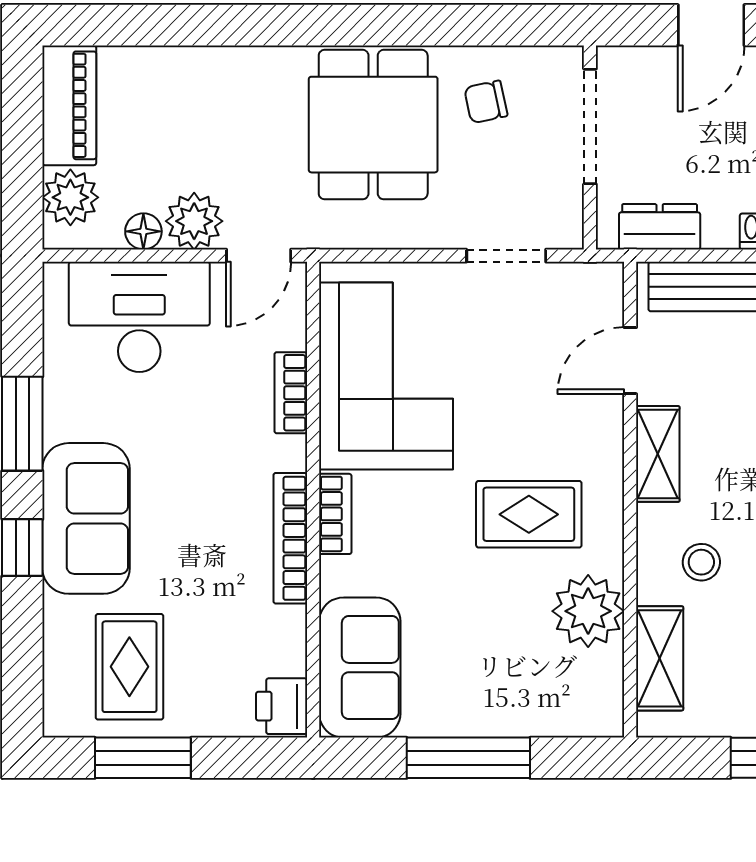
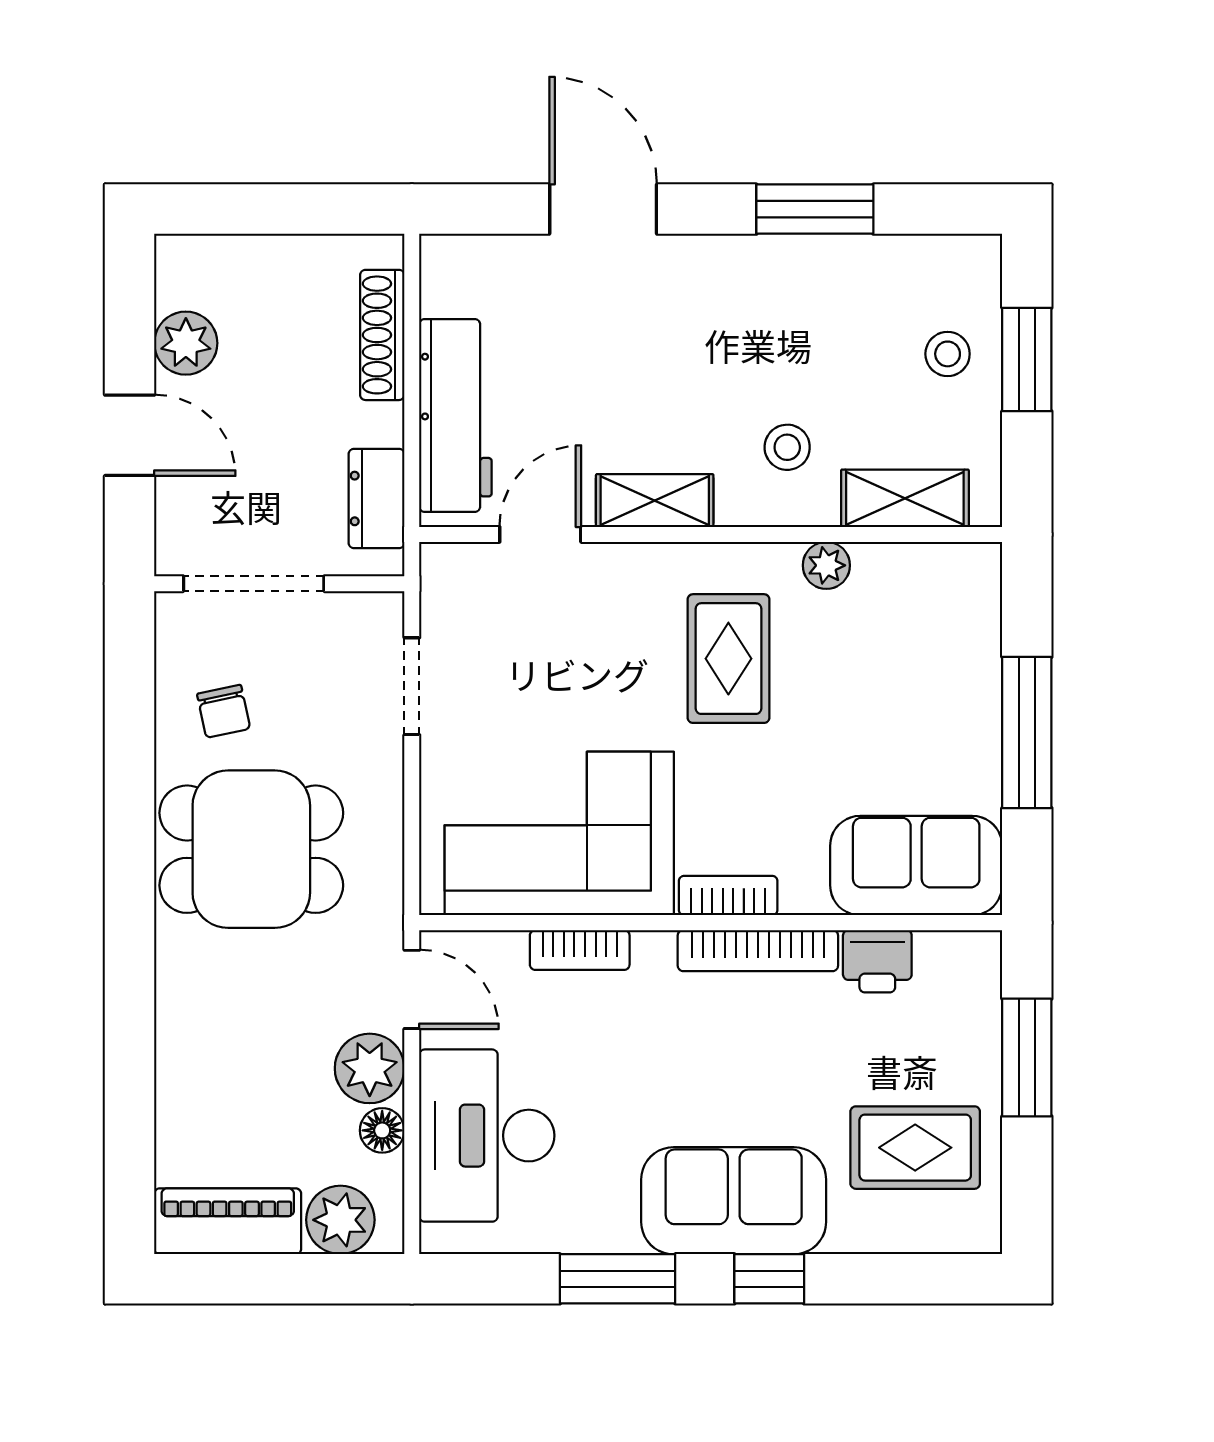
door: (630, 361) -> (540, 534), swing flipped
plant: (588, 611) -> (826, 565), width x0.53, depth x0.53
printer: (282, 706) -> (877, 961), moved
window: (143, 758) -> (1027, 1057), moved

